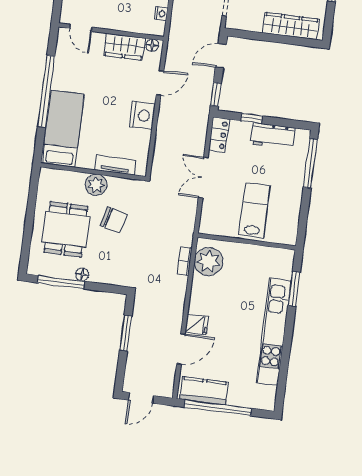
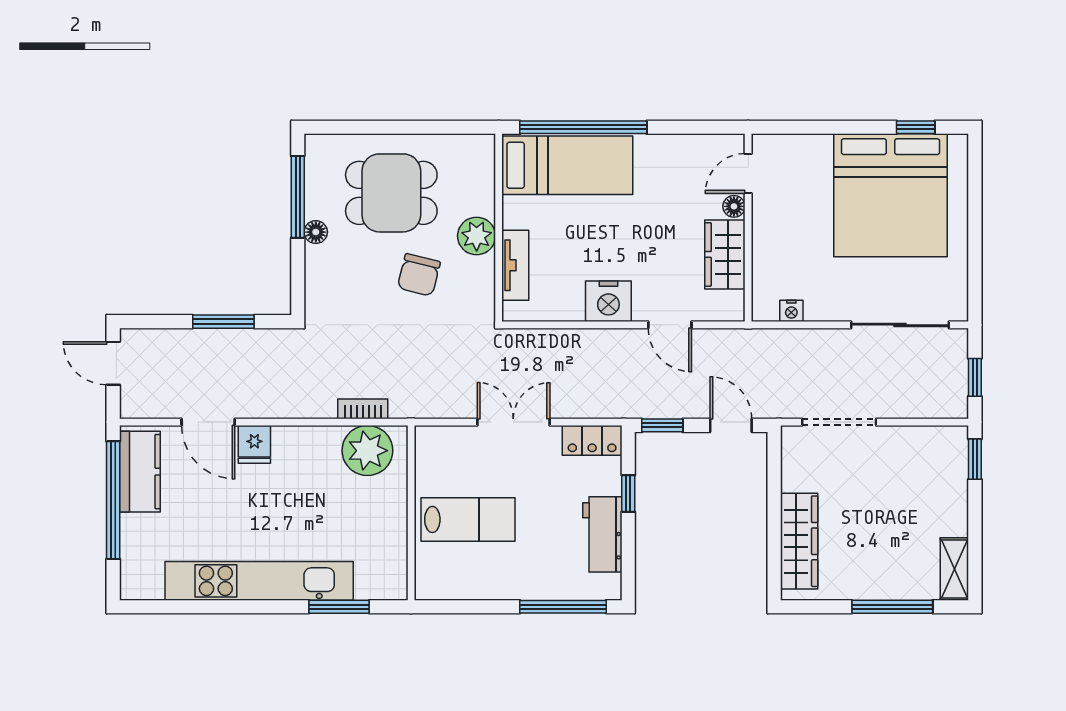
floor lamp: (152, 45) -> (734, 206), moved
window: (46, 91) -> (583, 127), moved

